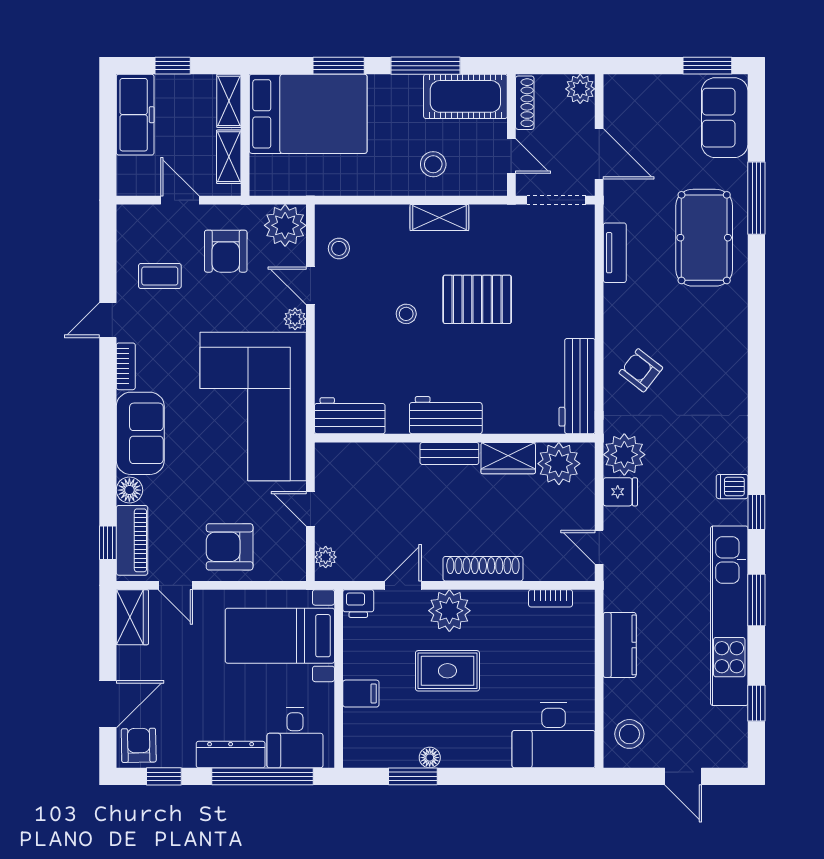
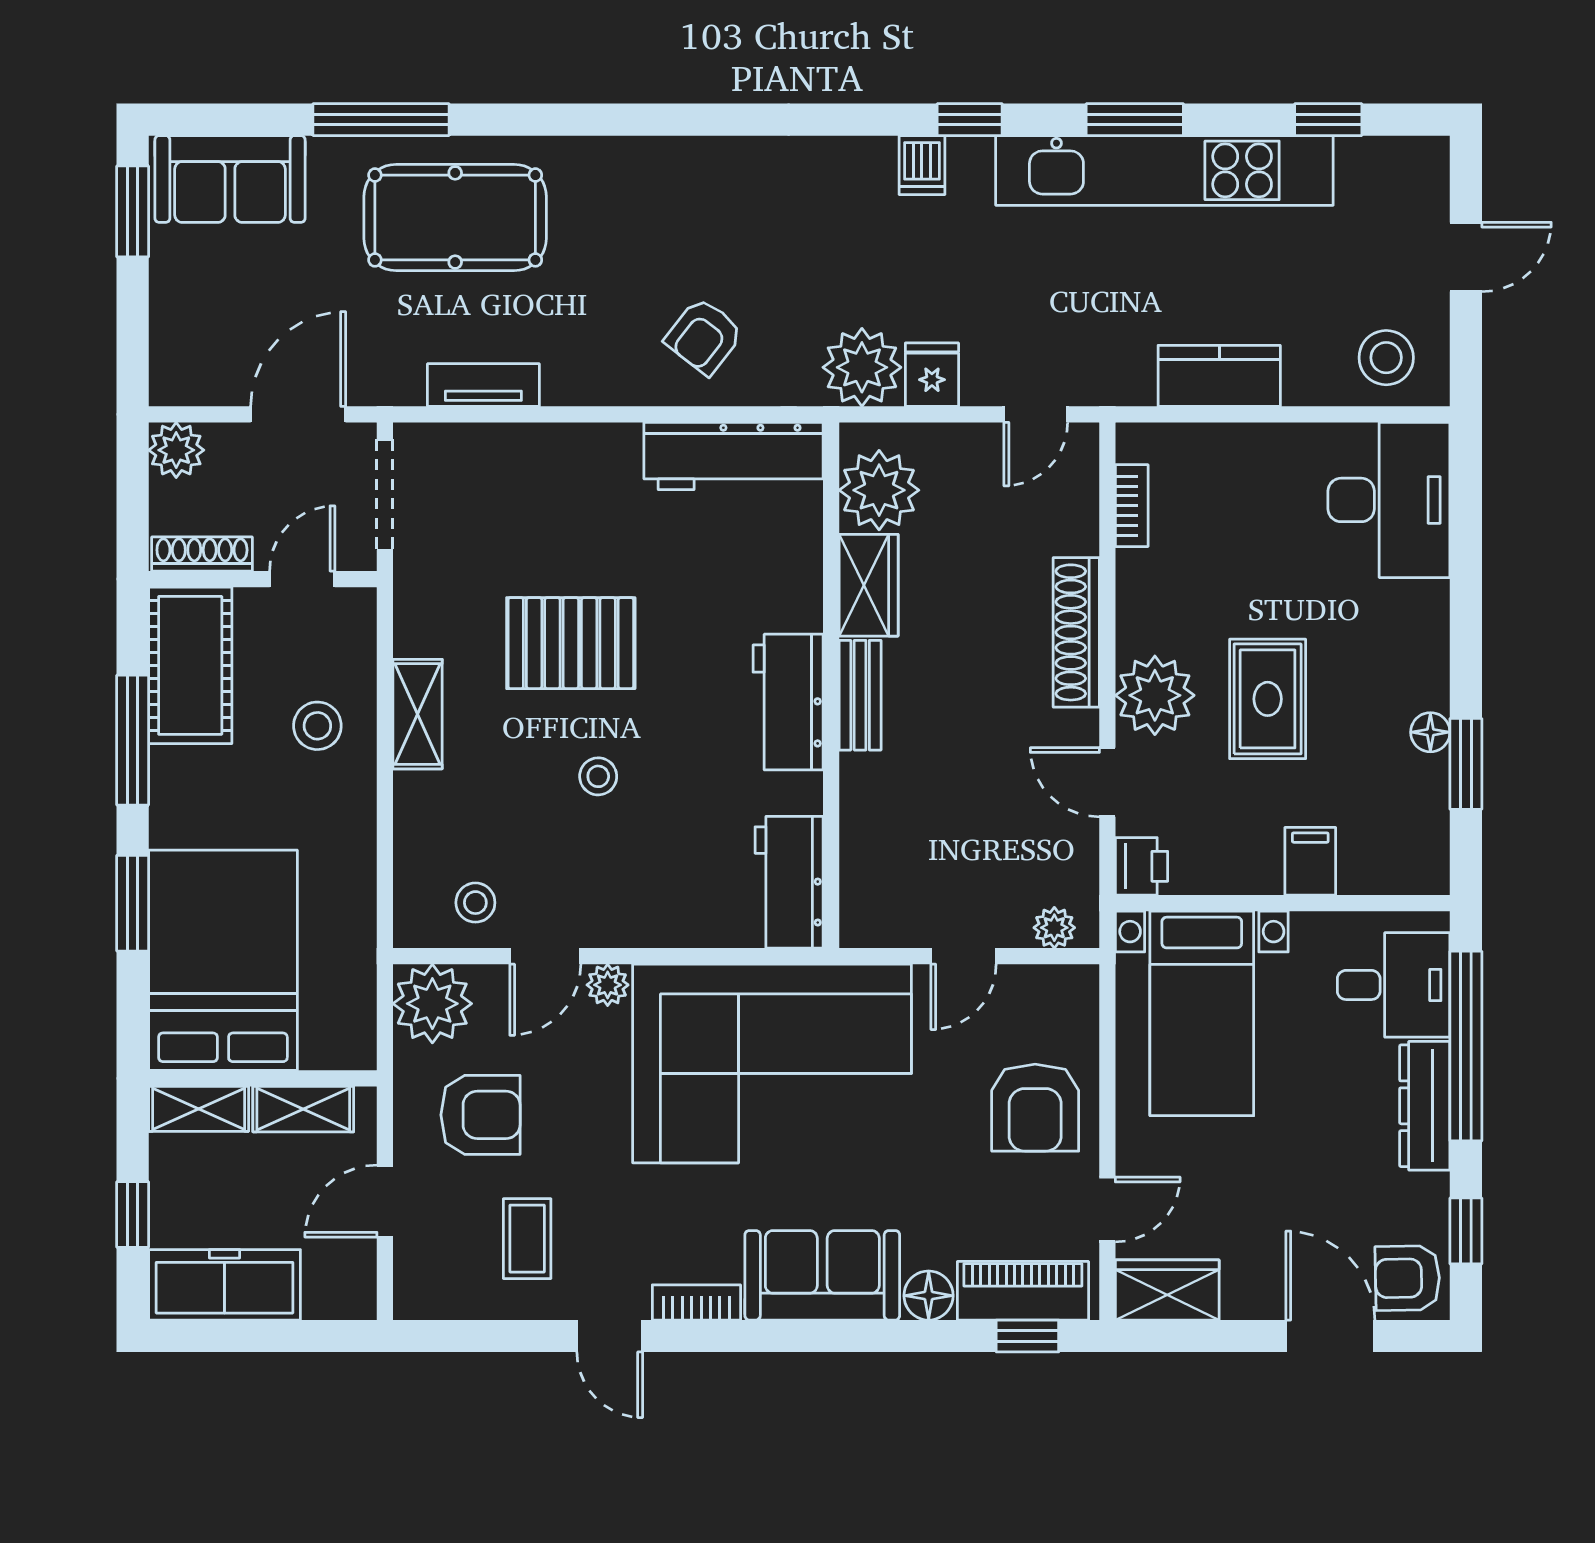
pallet: (477, 299) -> (571, 643), turned 90

